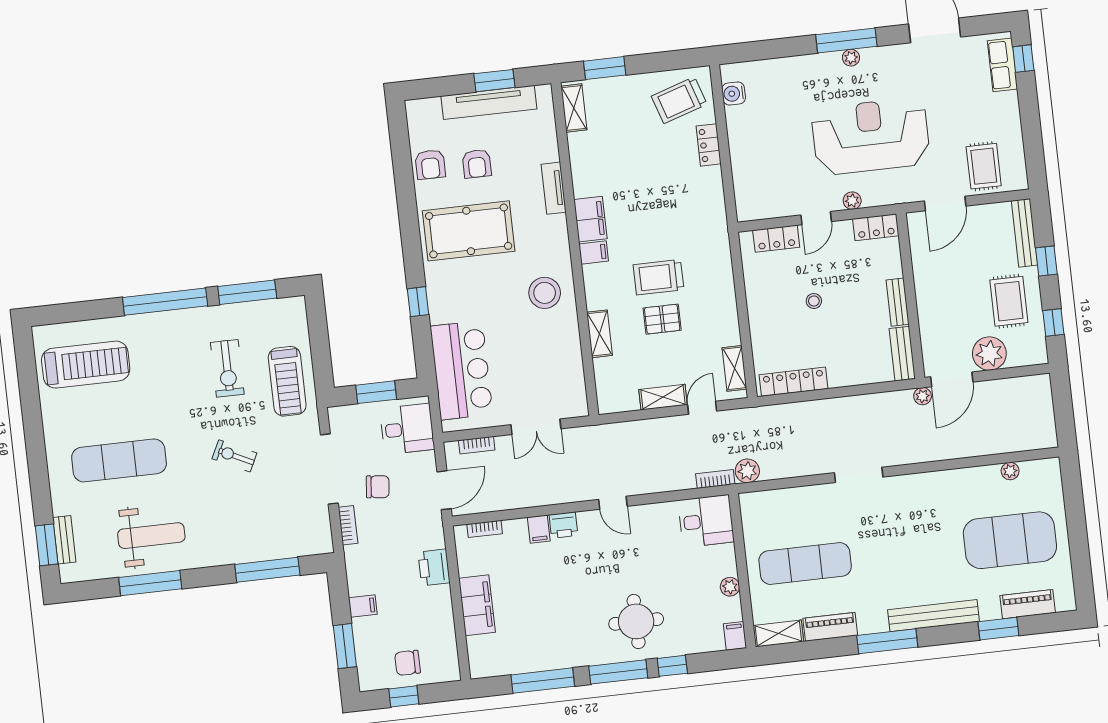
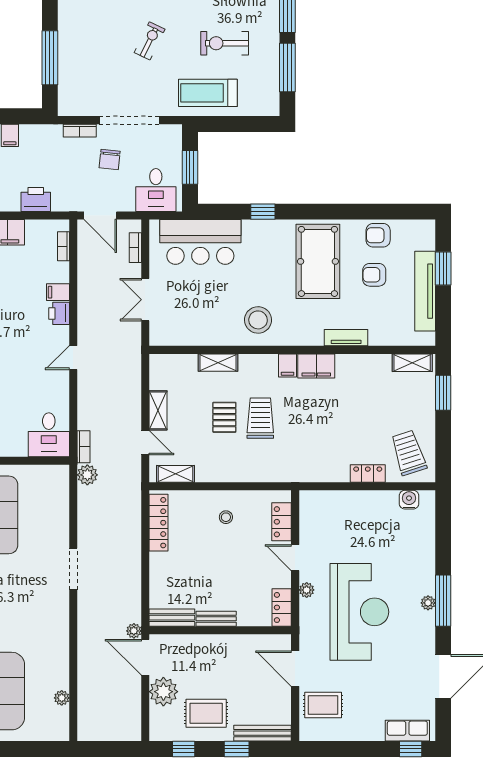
window: (494, 81) -> (443, 268), moved
stool: (814, 301) -> (226, 517), moved

